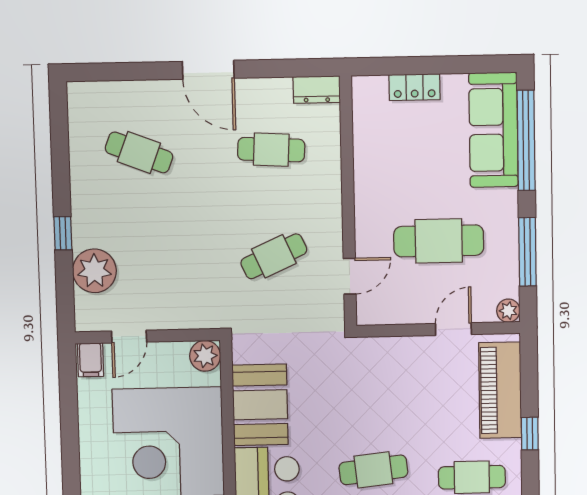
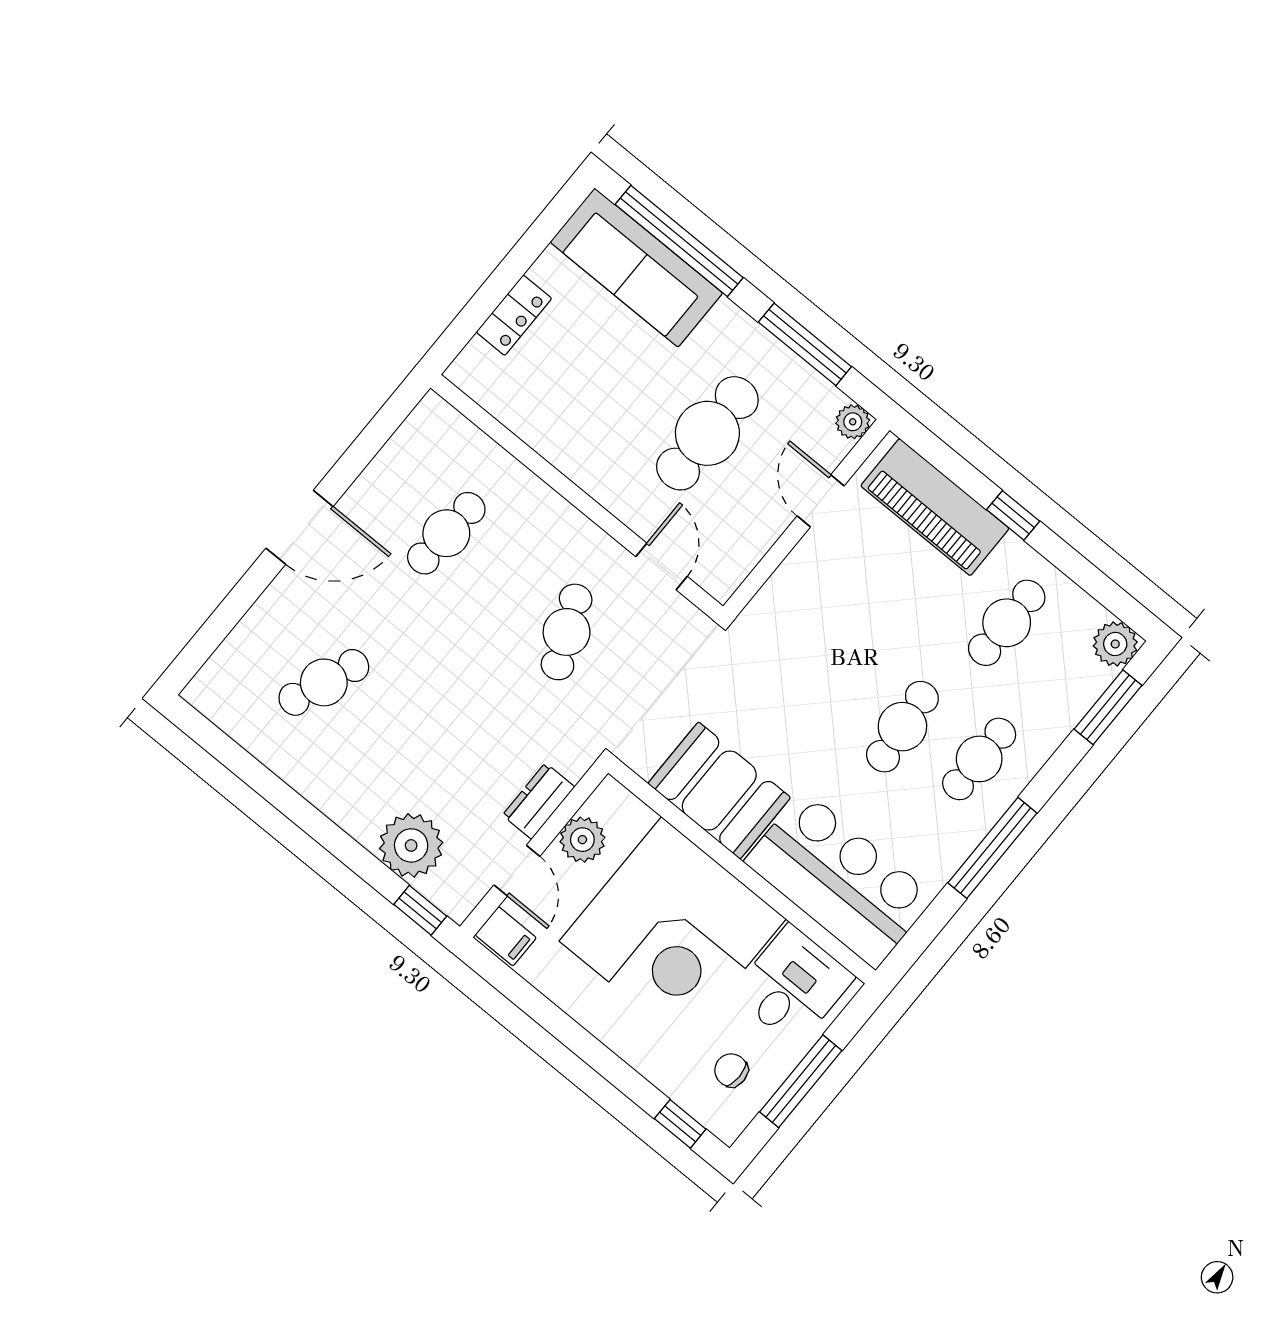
dresser: (317, 89) -> (539, 801), moved, turned 180
window: (63, 233) -> (420, 910), moved
plant: (205, 356) -> (582, 840), moved

